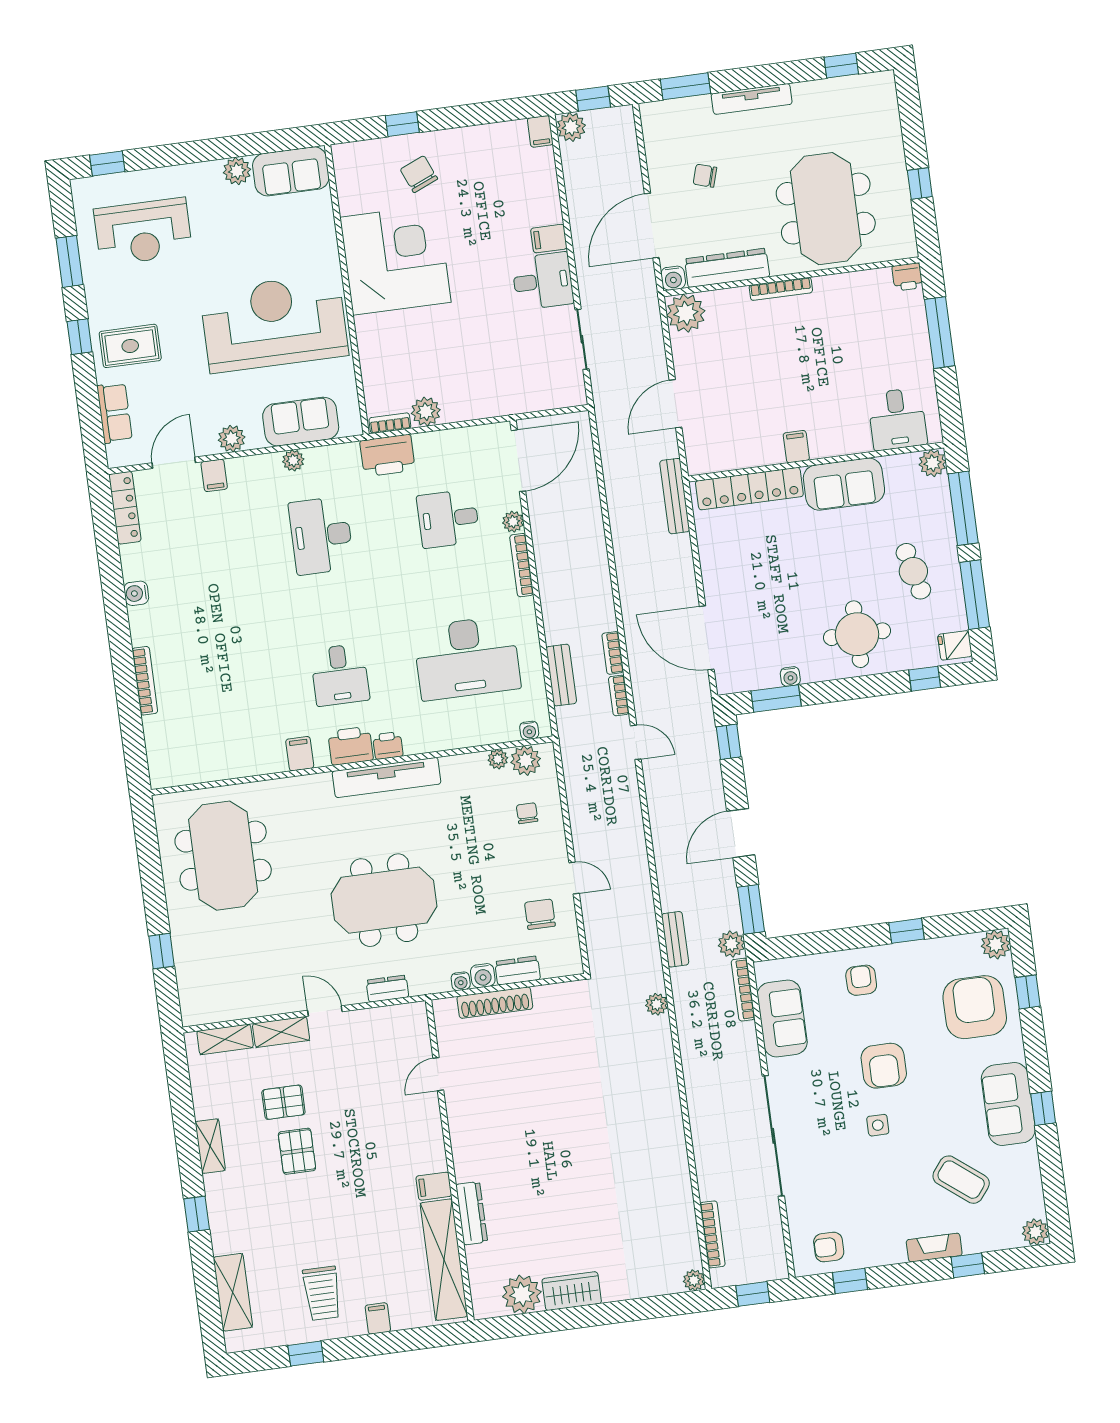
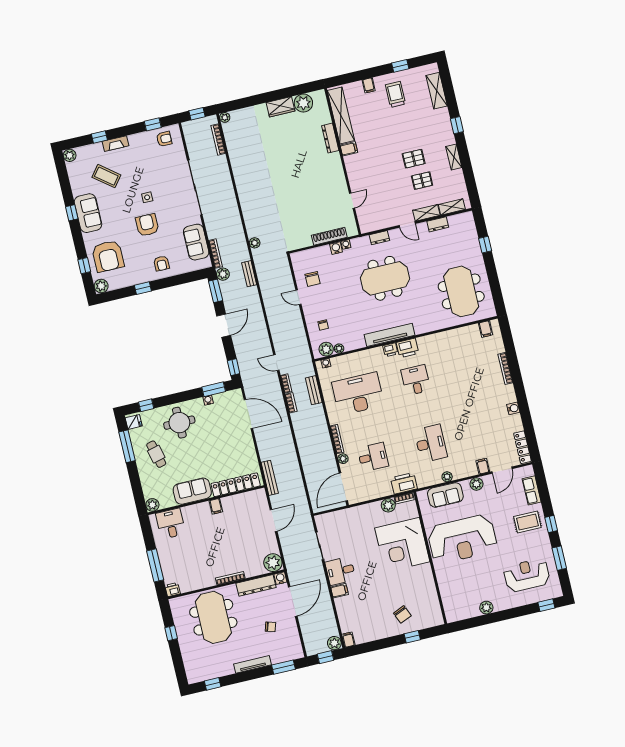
sofa: (291, 171) -> (461, 610), removed
corner desk: (396, 260) -> (402, 545), moved
window: (963, 508) -> (136, 485), removed
filing cabinet: (300, 754) -> (486, 329), moved
dresser: (518, 970) -> (438, 224), moved
pallet: (297, 1151) -> (414, 159), turned 90

